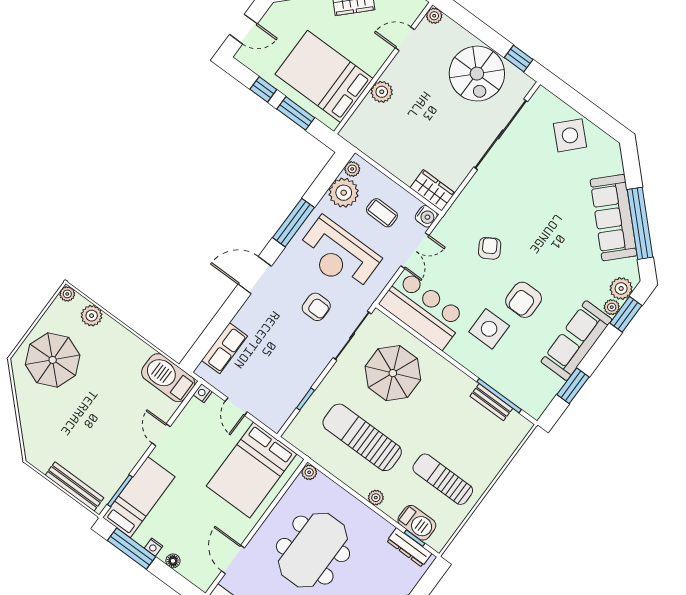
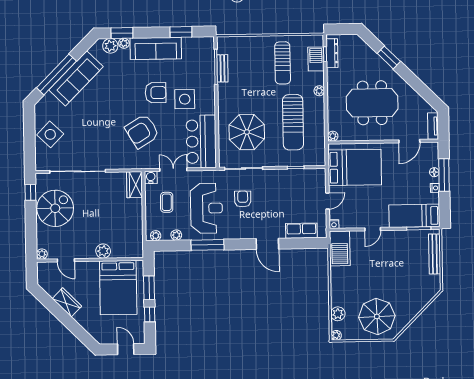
plant: (344, 193) -> (176, 235), width x0.53, depth x0.53
window: (640, 223) -> (56, 74), moved
armchair: (490, 248) -> (142, 131), width x1.88, depth x1.88
door: (255, 275) -> (267, 244), moved
window: (131, 549) -> (444, 175), moved

